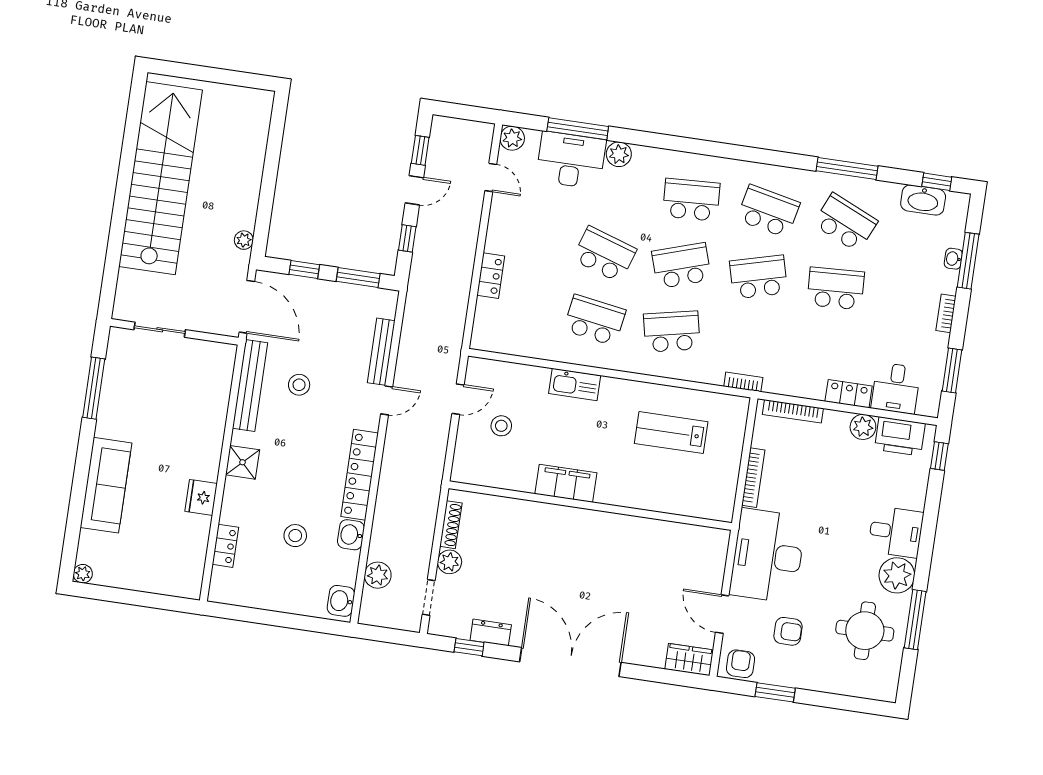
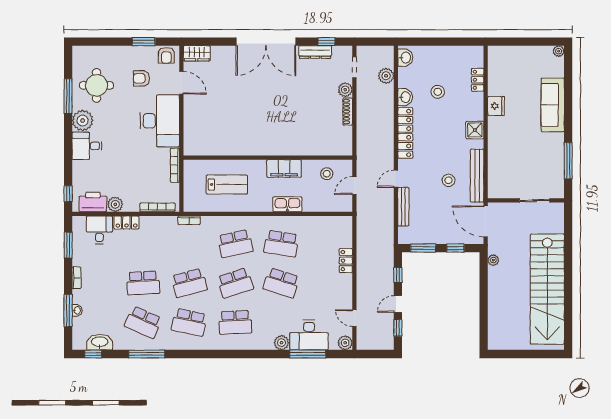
filing cabinet: (566, 483) -> (284, 168), moved
wall: (590, 506) -> (268, 158), moved
dresser: (491, 633) -> (315, 52), width x1.44

